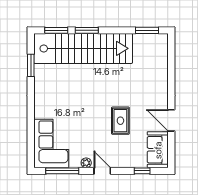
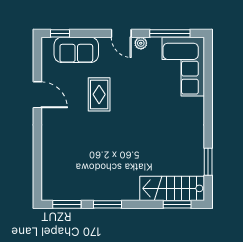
window: (87, 30) -> (107, 204), moved
stairs: (83, 48) -> (172, 188), width x0.54, depth x0.66
sofa: (158, 150) -> (76, 50), moved, turned 90
window: (142, 171) -> (60, 33), moved

